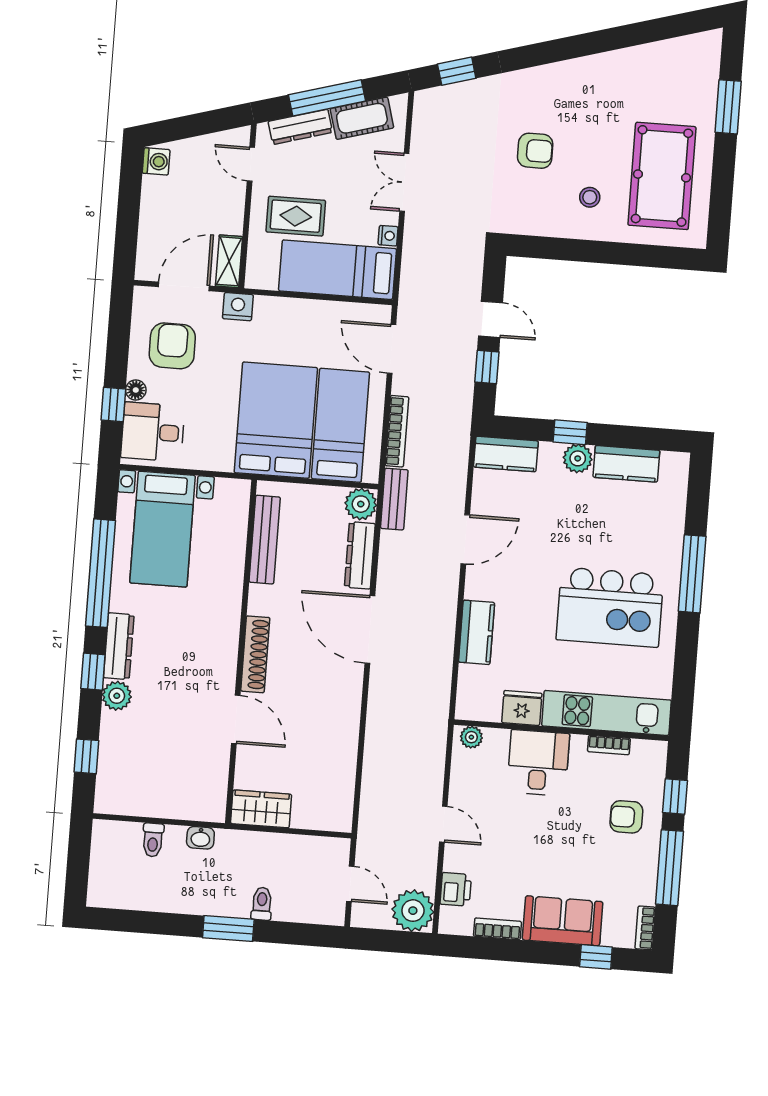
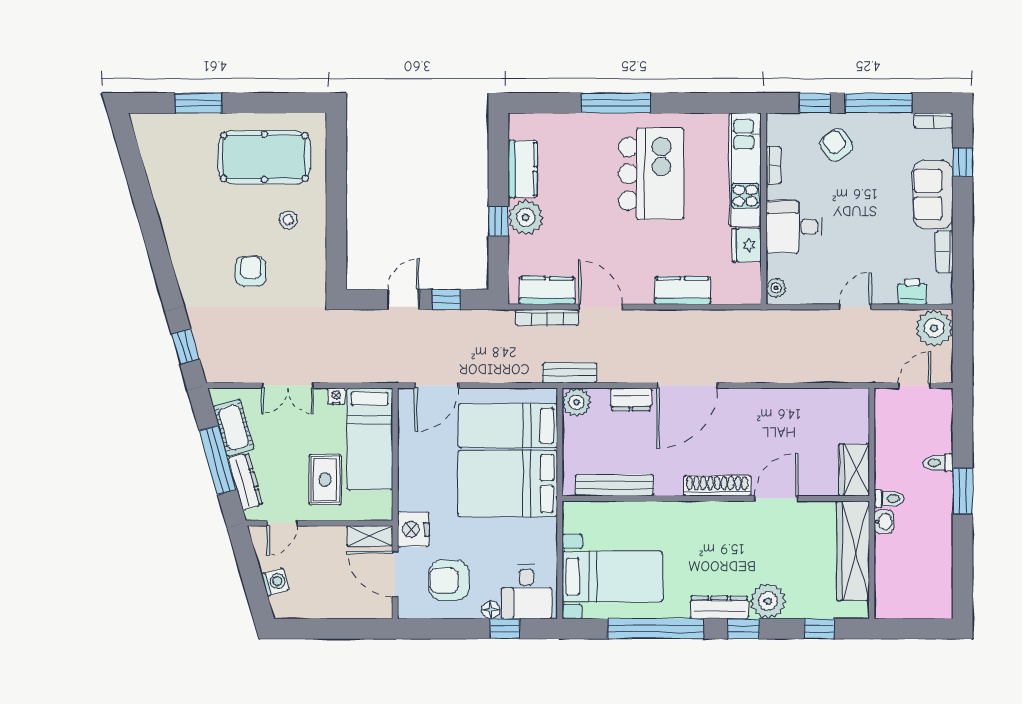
washing machine: (156, 161) -> (275, 582), moved, turned 74
nightstand: (238, 307) -> (413, 529), width x1.36, depth x1.33
bookcase: (397, 431) -> (547, 317), moved, turned 180
kitchen counter: (506, 454) -> (547, 291), moved, turned -90
plant: (578, 458) -> (526, 217), width x1.36, depth x1.36
dresser: (360, 555) -> (631, 399), width x0.70
plant: (117, 696) -> (768, 601), width x1.36, depth x1.36
wardrobe: (170, 801) -> (853, 551), added
armchair: (626, 817) -> (836, 145), turned 144
toilet: (153, 840) -> (889, 499), moved

